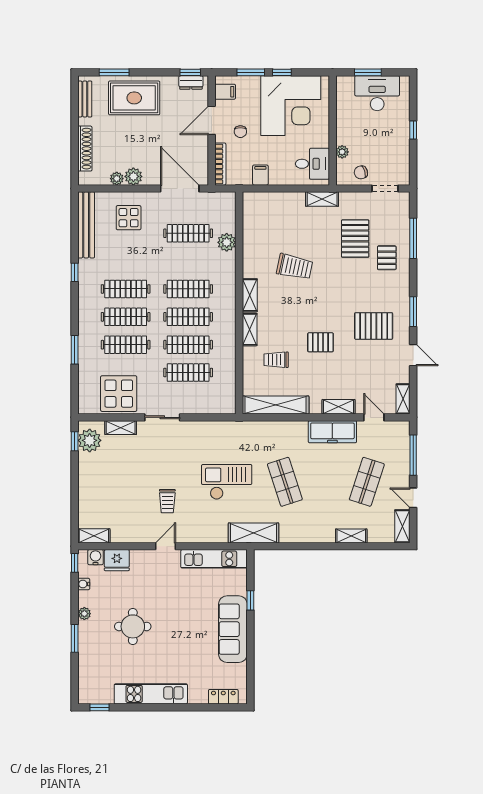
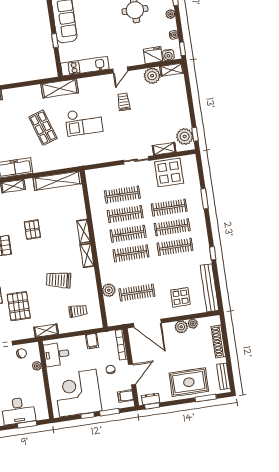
pallet: (320, 342) -> (32, 230), turned 90
trolley: (276, 360) -> (78, 311), moved
plant: (122, 532) -> (152, 76), added

